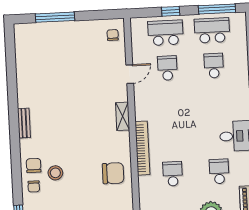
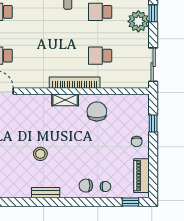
shelving: (123, 116) -> (65, 100), moved
stool: (55, 173) -> (40, 154), moved

